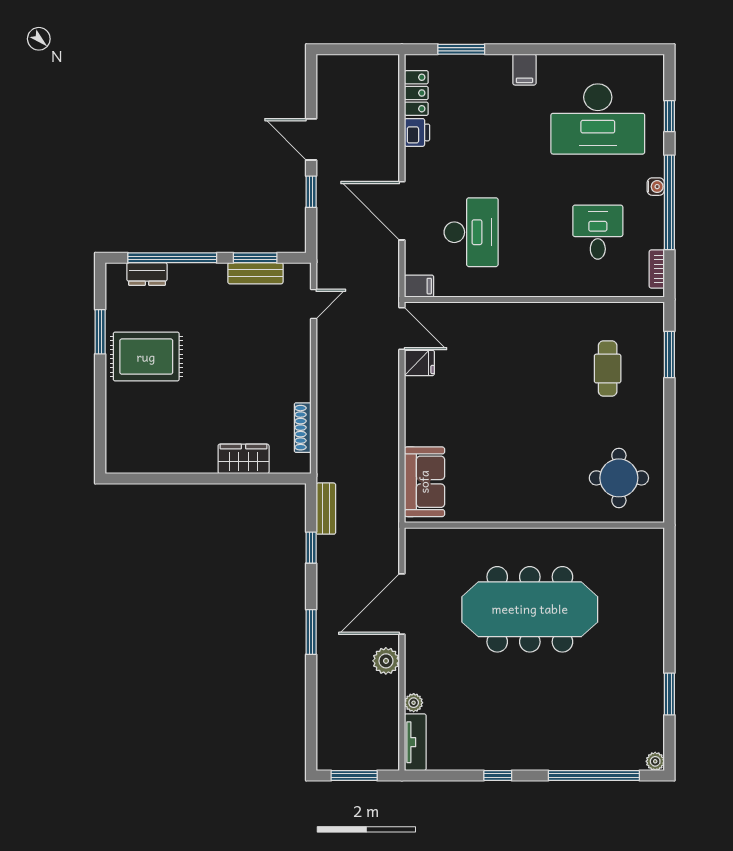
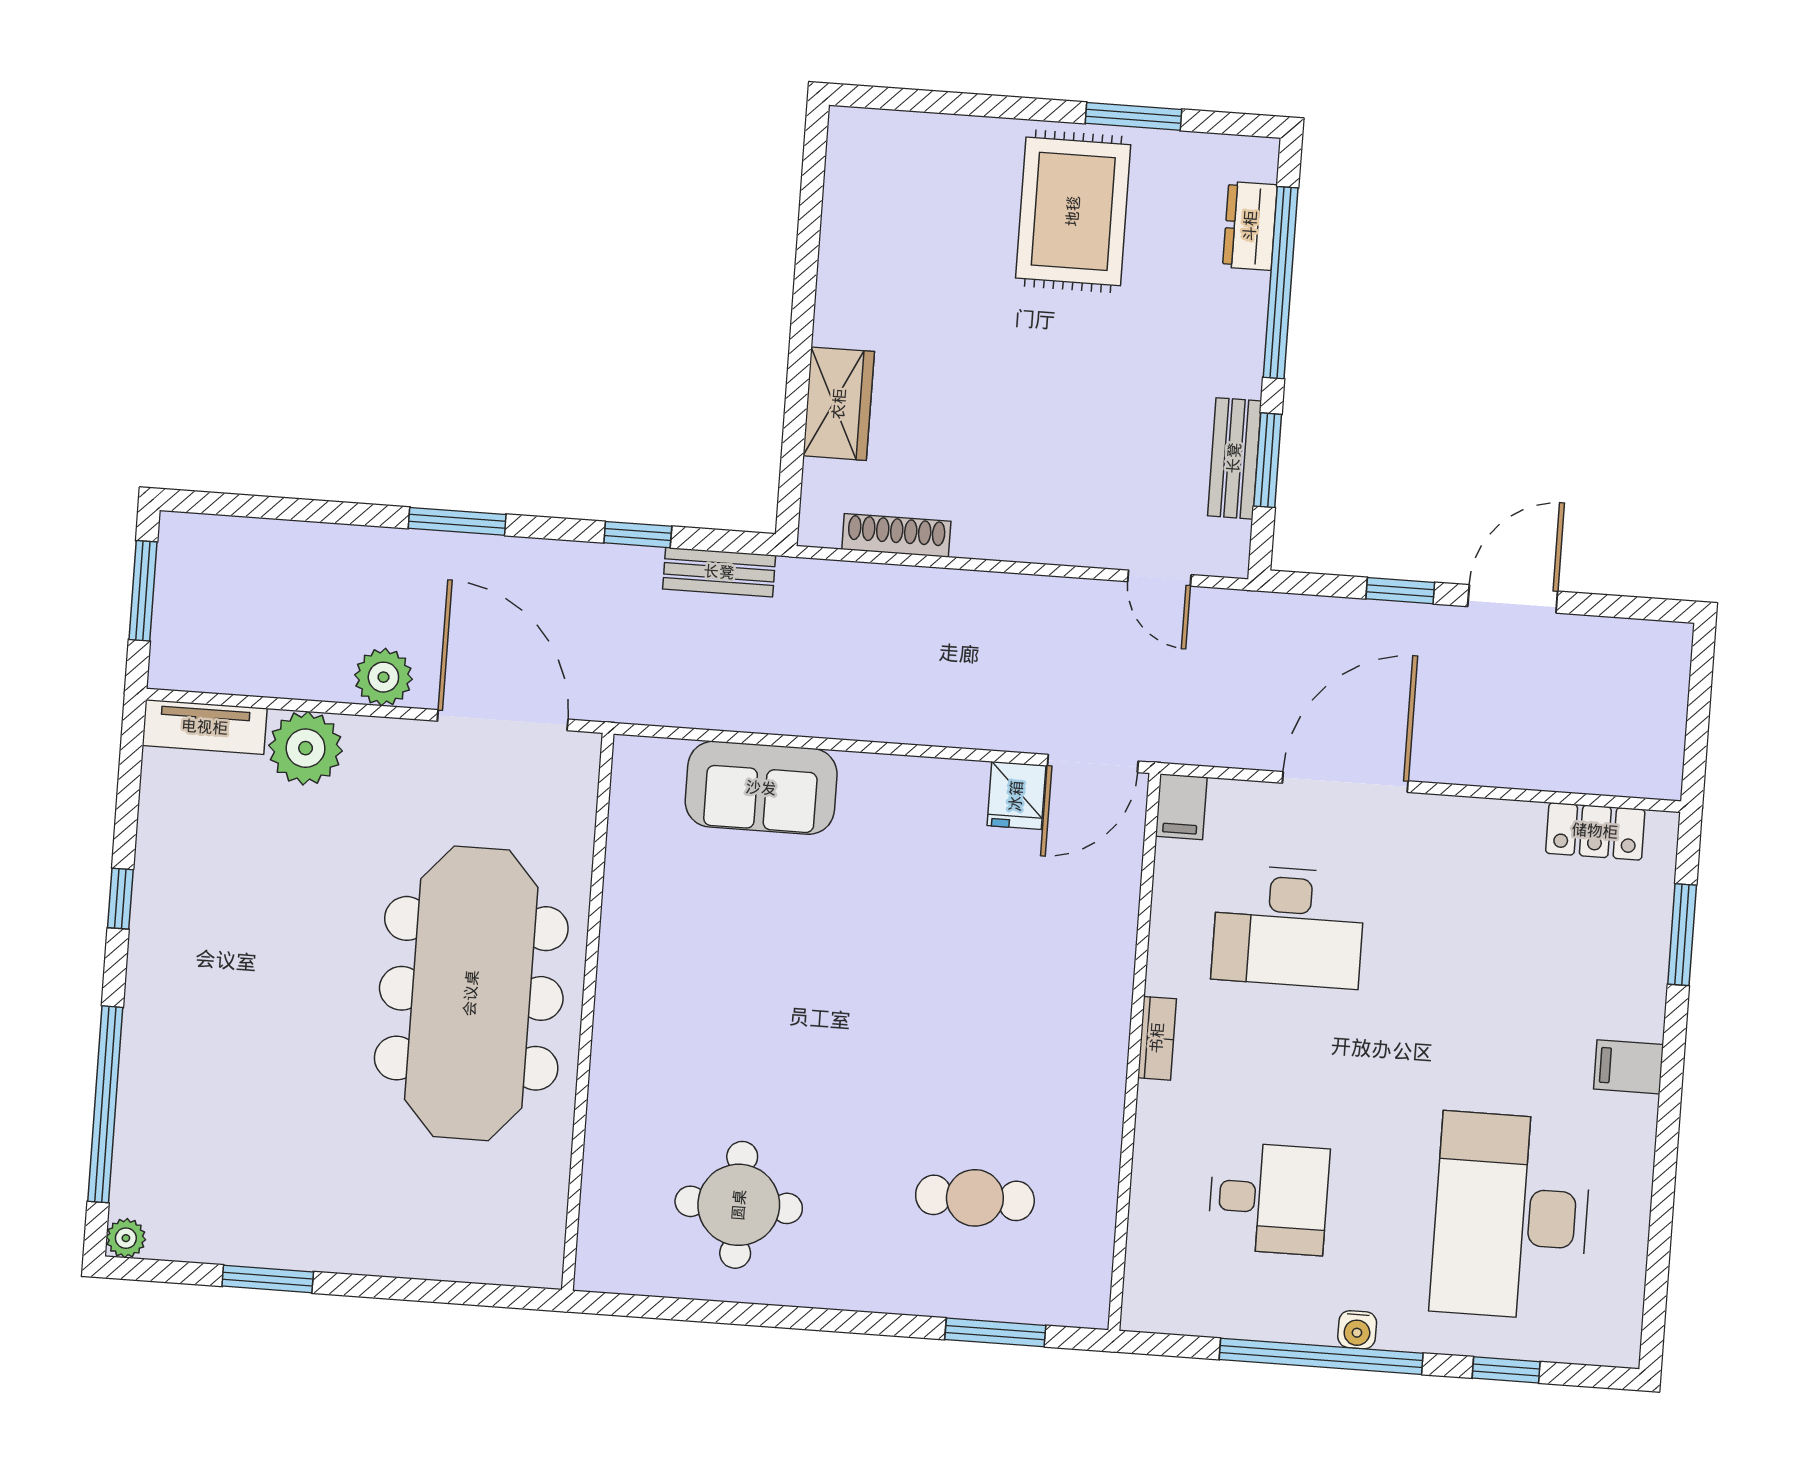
printer: (417, 132) -> (1511, 827), removed
bookcase: (657, 269) -> (1157, 1038), moved, turned 90
wall: (534, 525) -> (588, 1012), moved
plant: (414, 703) -> (306, 748), width x1.88, depth x1.88

